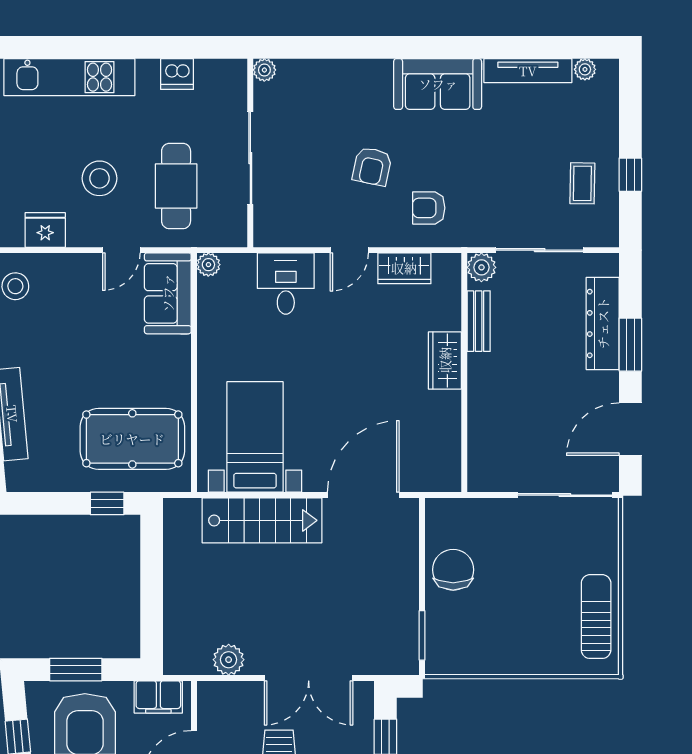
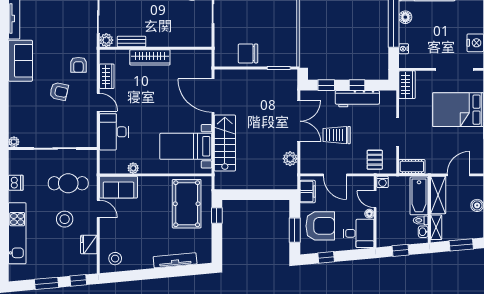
plant: (208, 265) -> (133, 168), moved
desk: (286, 284) -> (114, 132), width x1.37
wardrobe: (445, 360) -> (150, 57), width x1.50

